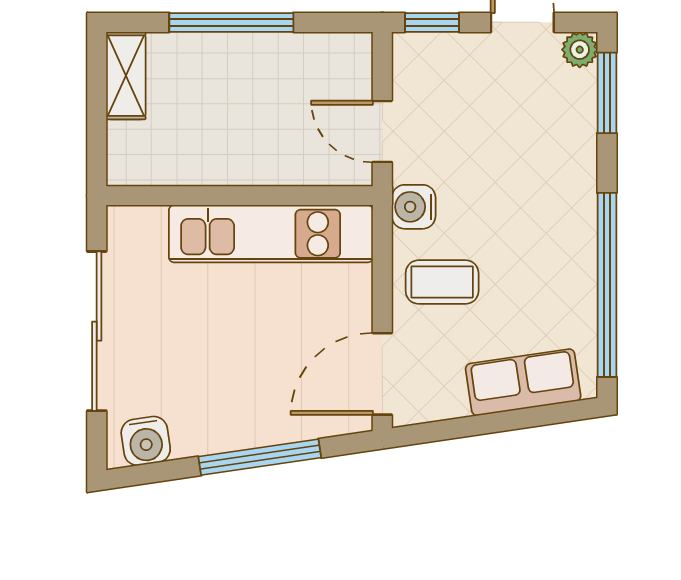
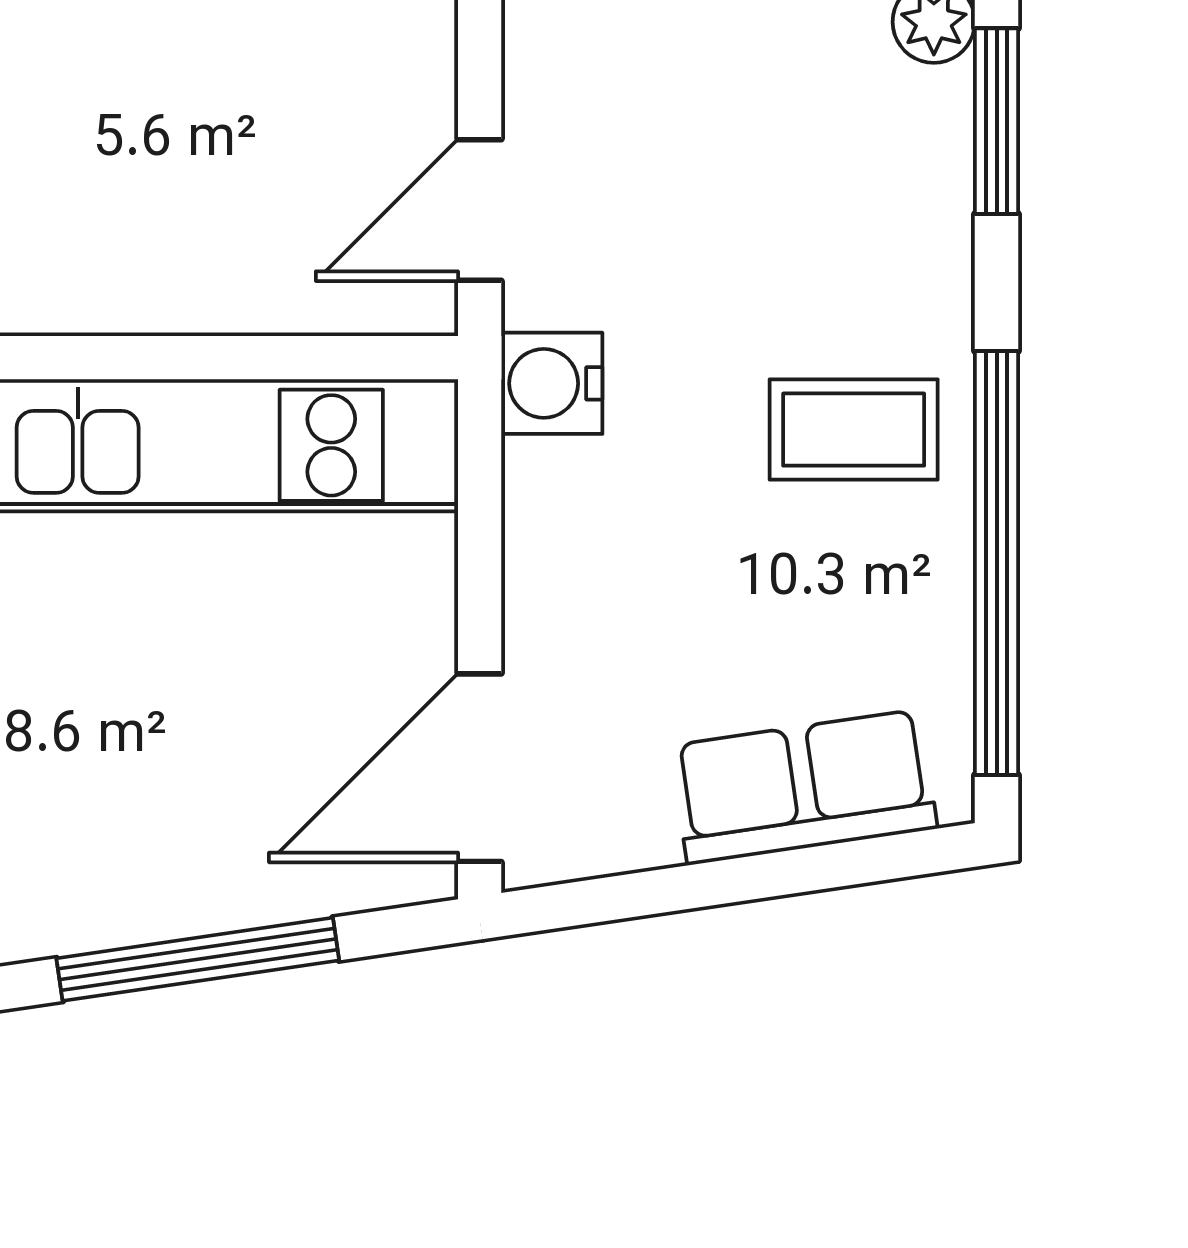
door: (382, 131) -> (480, 210), hinge flipped
coffee table: (442, 282) -> (854, 430), moved

